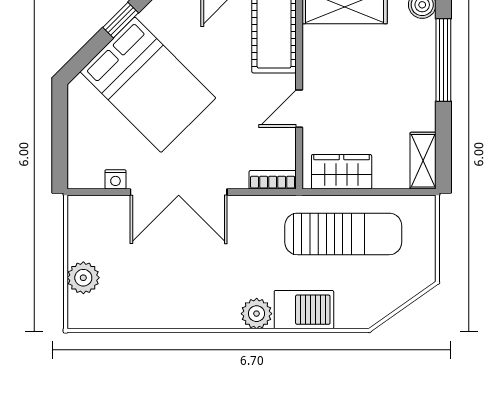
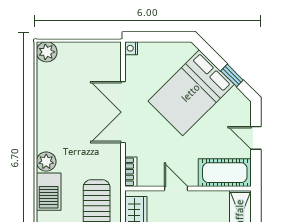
nightstand: (115, 179) -> (131, 48), moved
plant: (83, 278) -> (47, 52), moved

